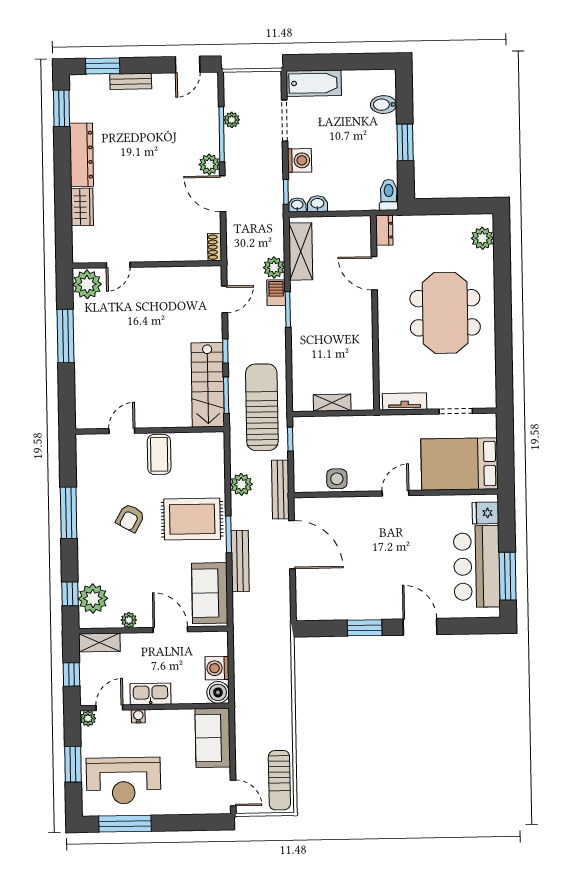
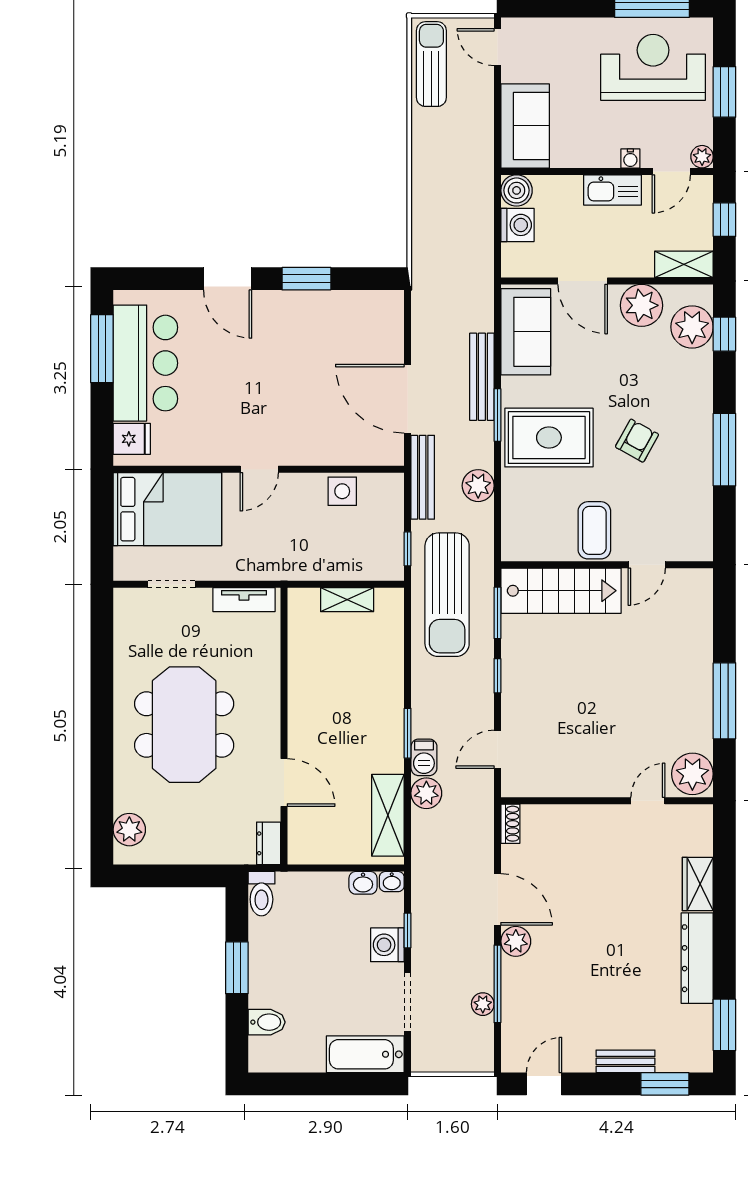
window: (286, 192) -> (408, 930), moved
stairs: (208, 385) -> (561, 591), moved, turned 90
plant: (129, 620) -> (642, 305), width x1.88, depth x1.88

